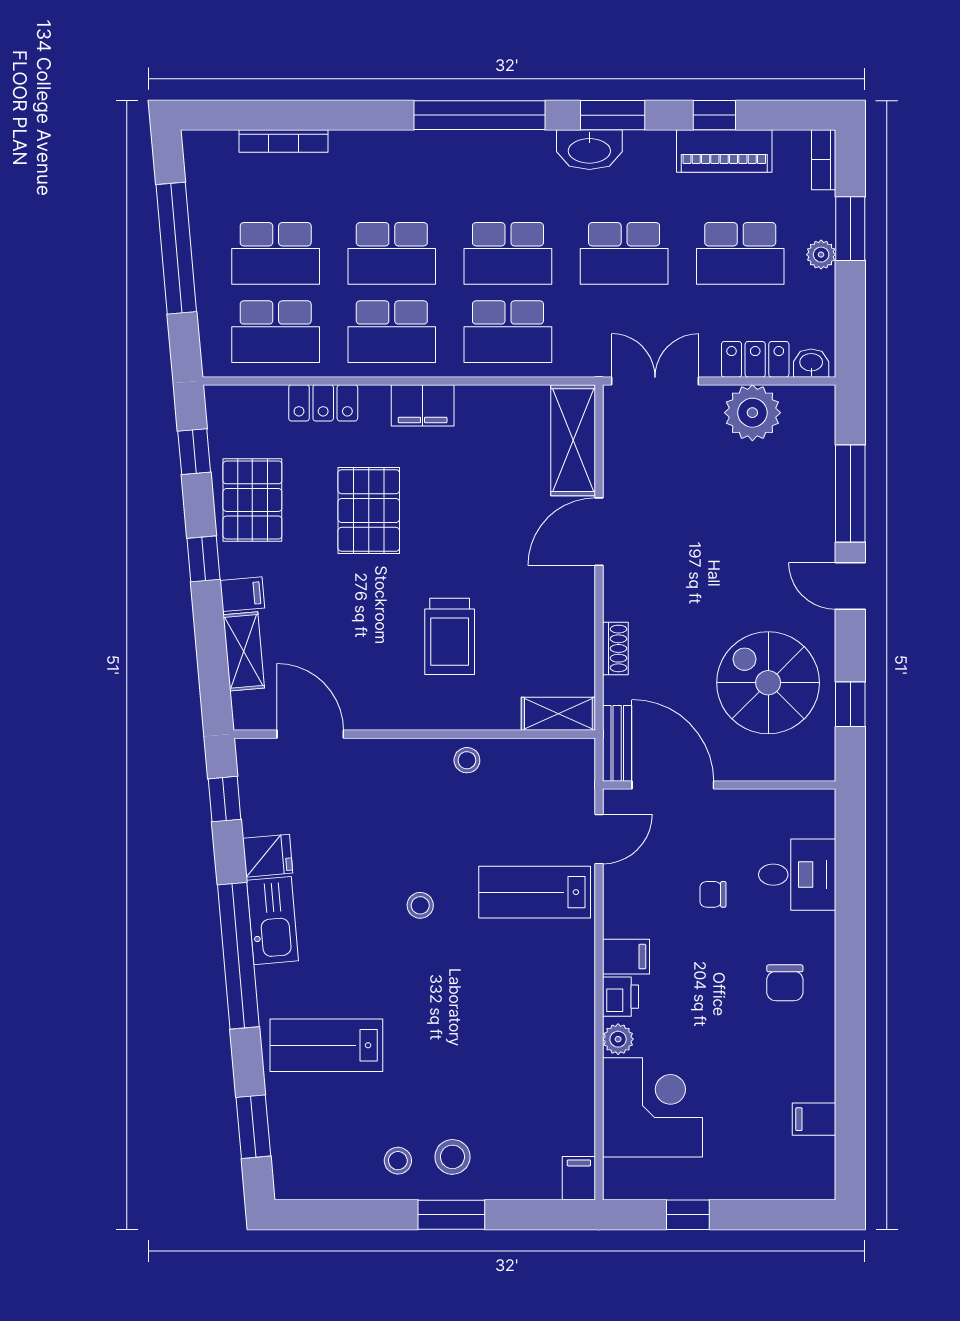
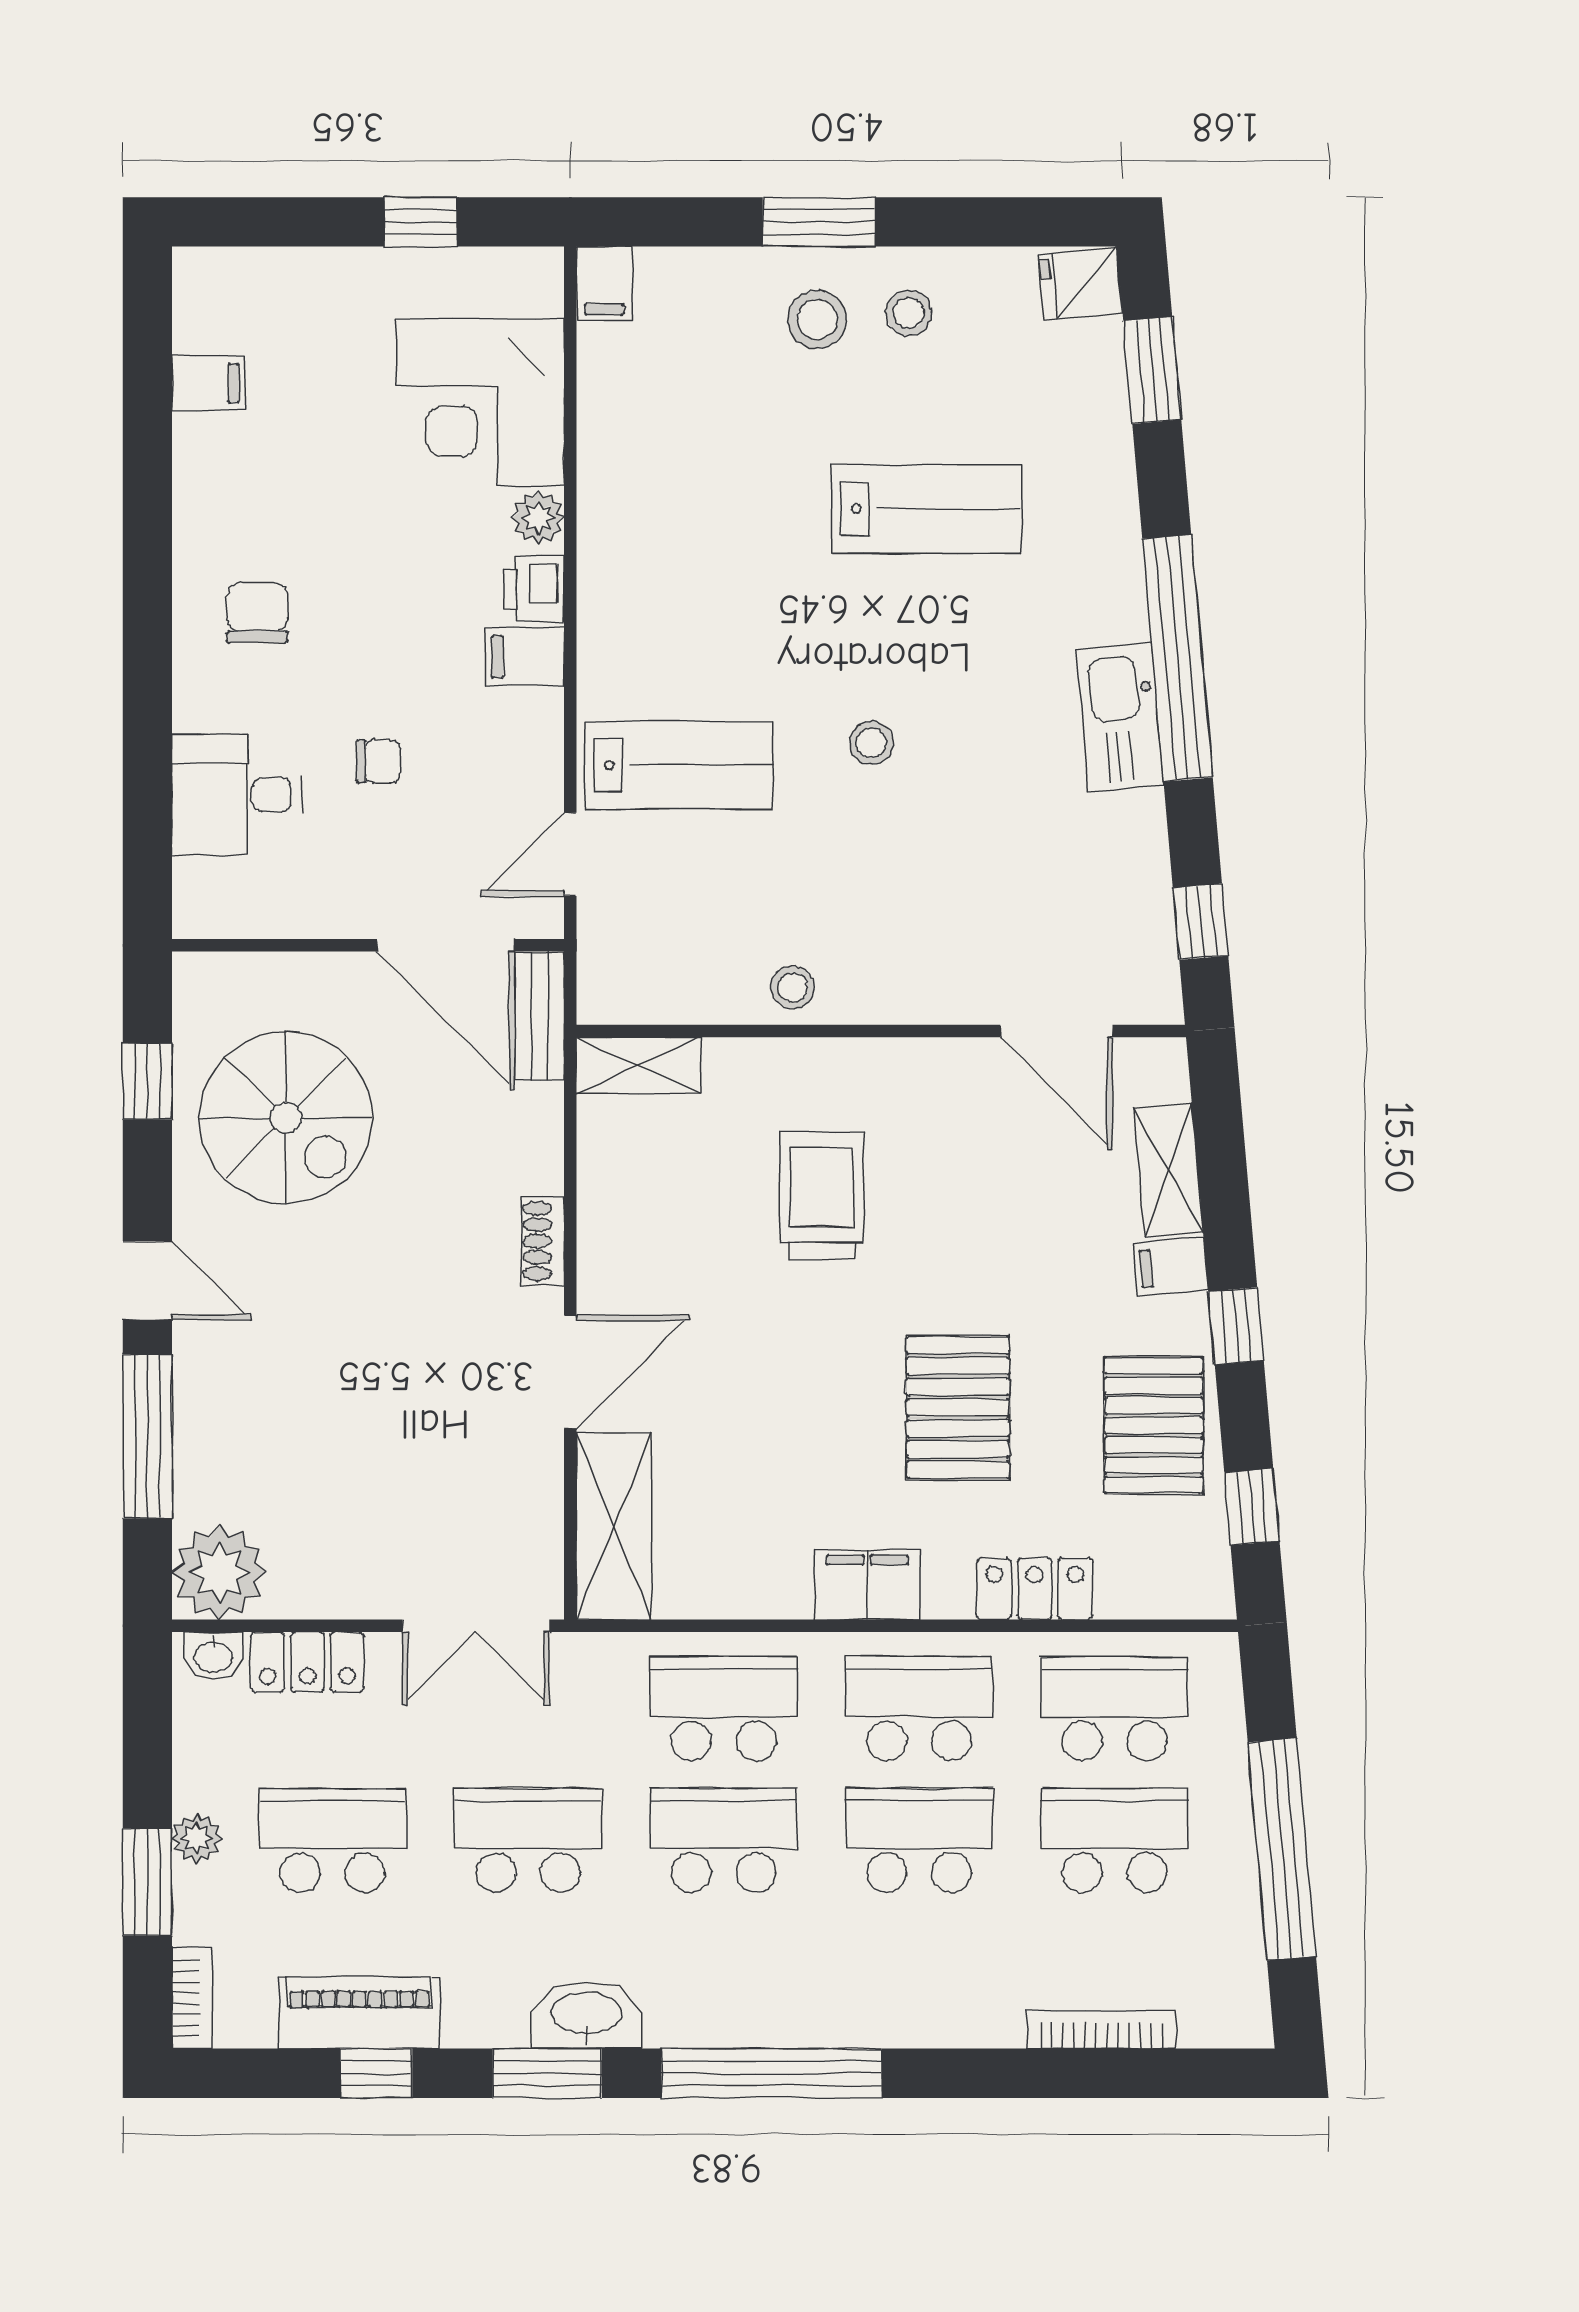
plant: (752, 413) -> (219, 1572), moved
shoe rack: (615, 648) -> (543, 1241), moved
fridge: (268, 856) -> (1080, 283), moved
lab bench: (326, 1045) -> (926, 509), moved

